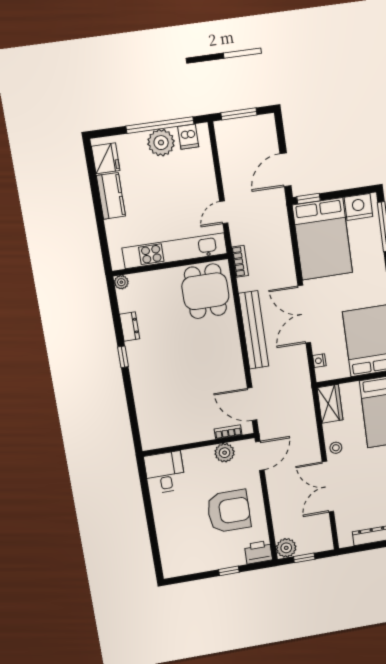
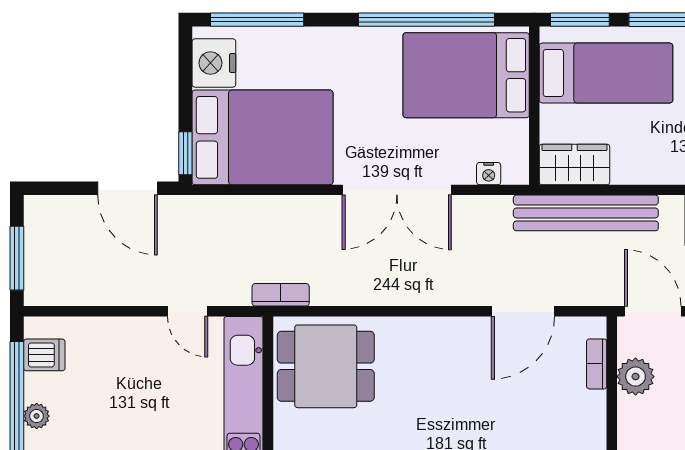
plant: (161, 143) -> (37, 416), width x0.53, depth x0.53
bench: (254, 330) -> (586, 213), moved
door: (252, 404) -> (523, 311), moved
stool: (336, 448) -> (662, 165), removed

